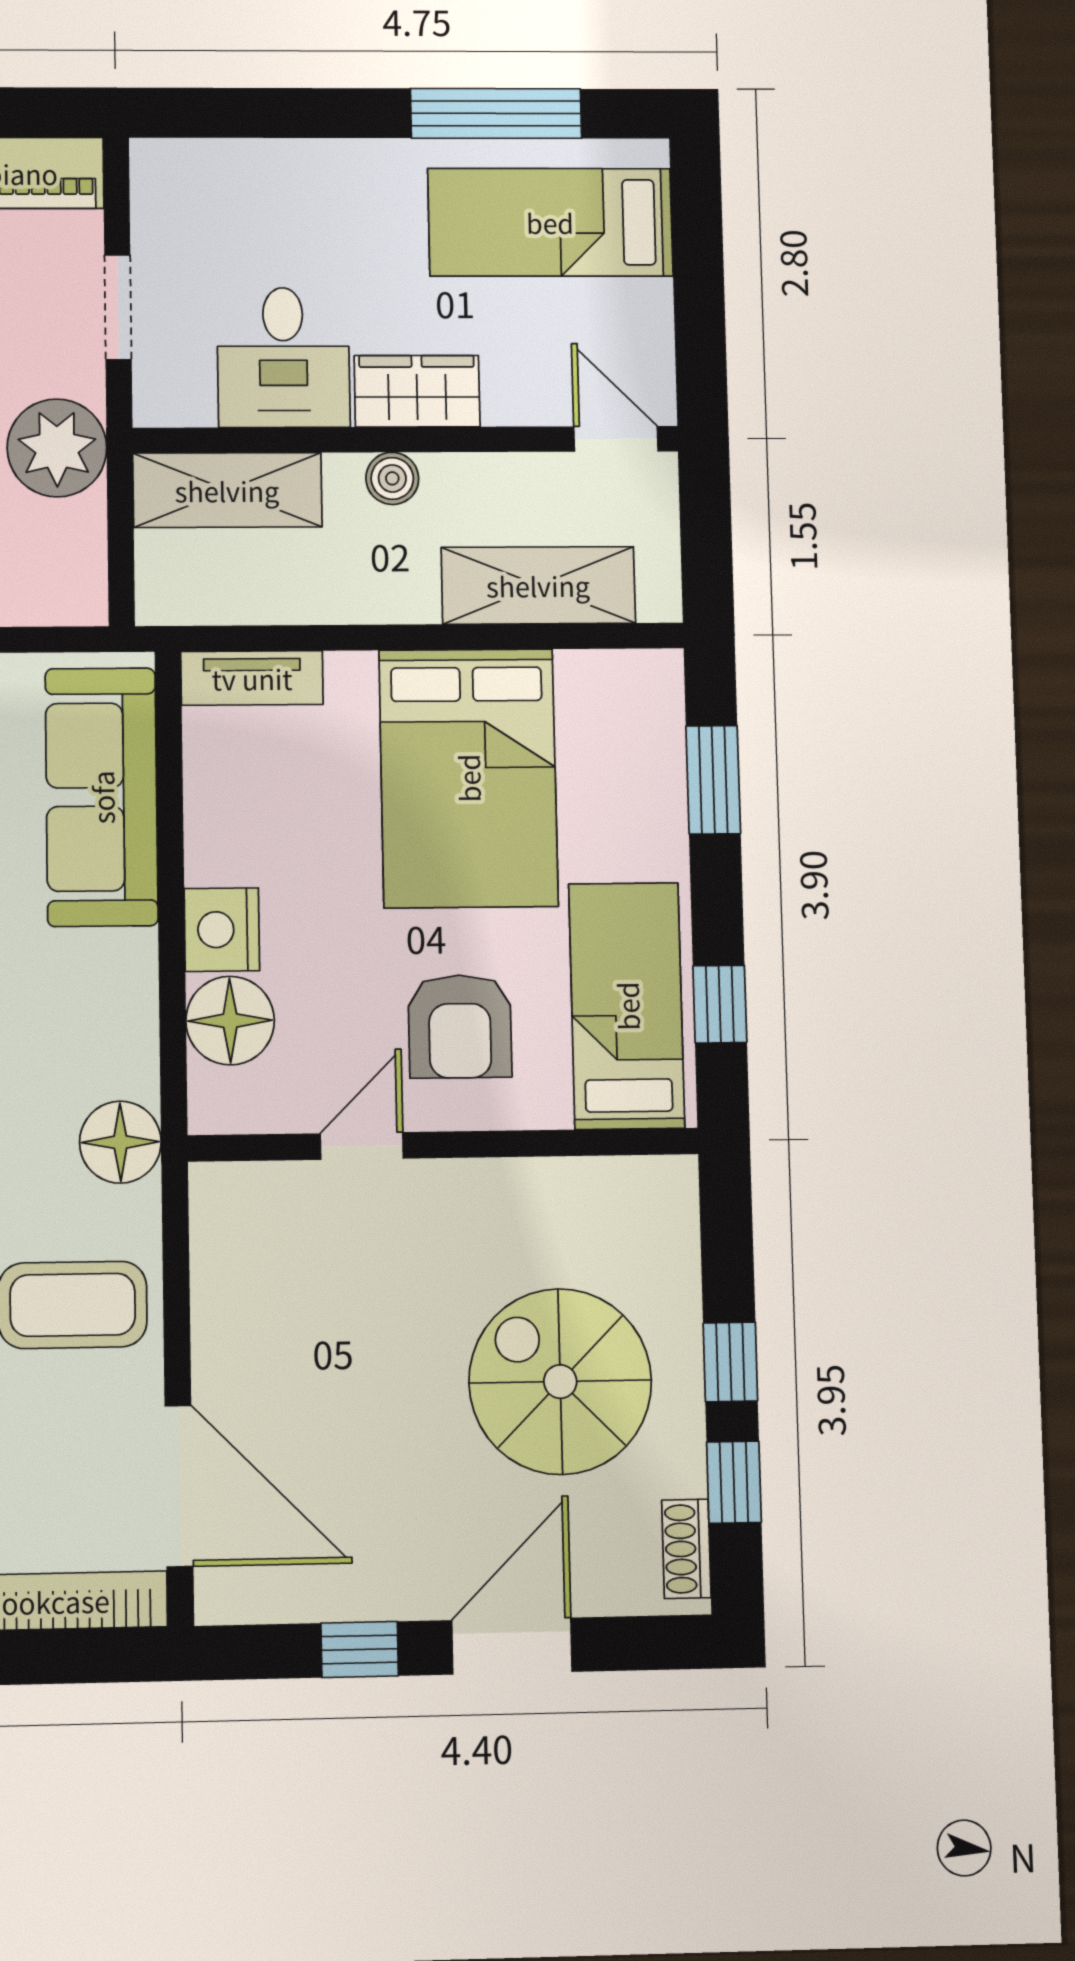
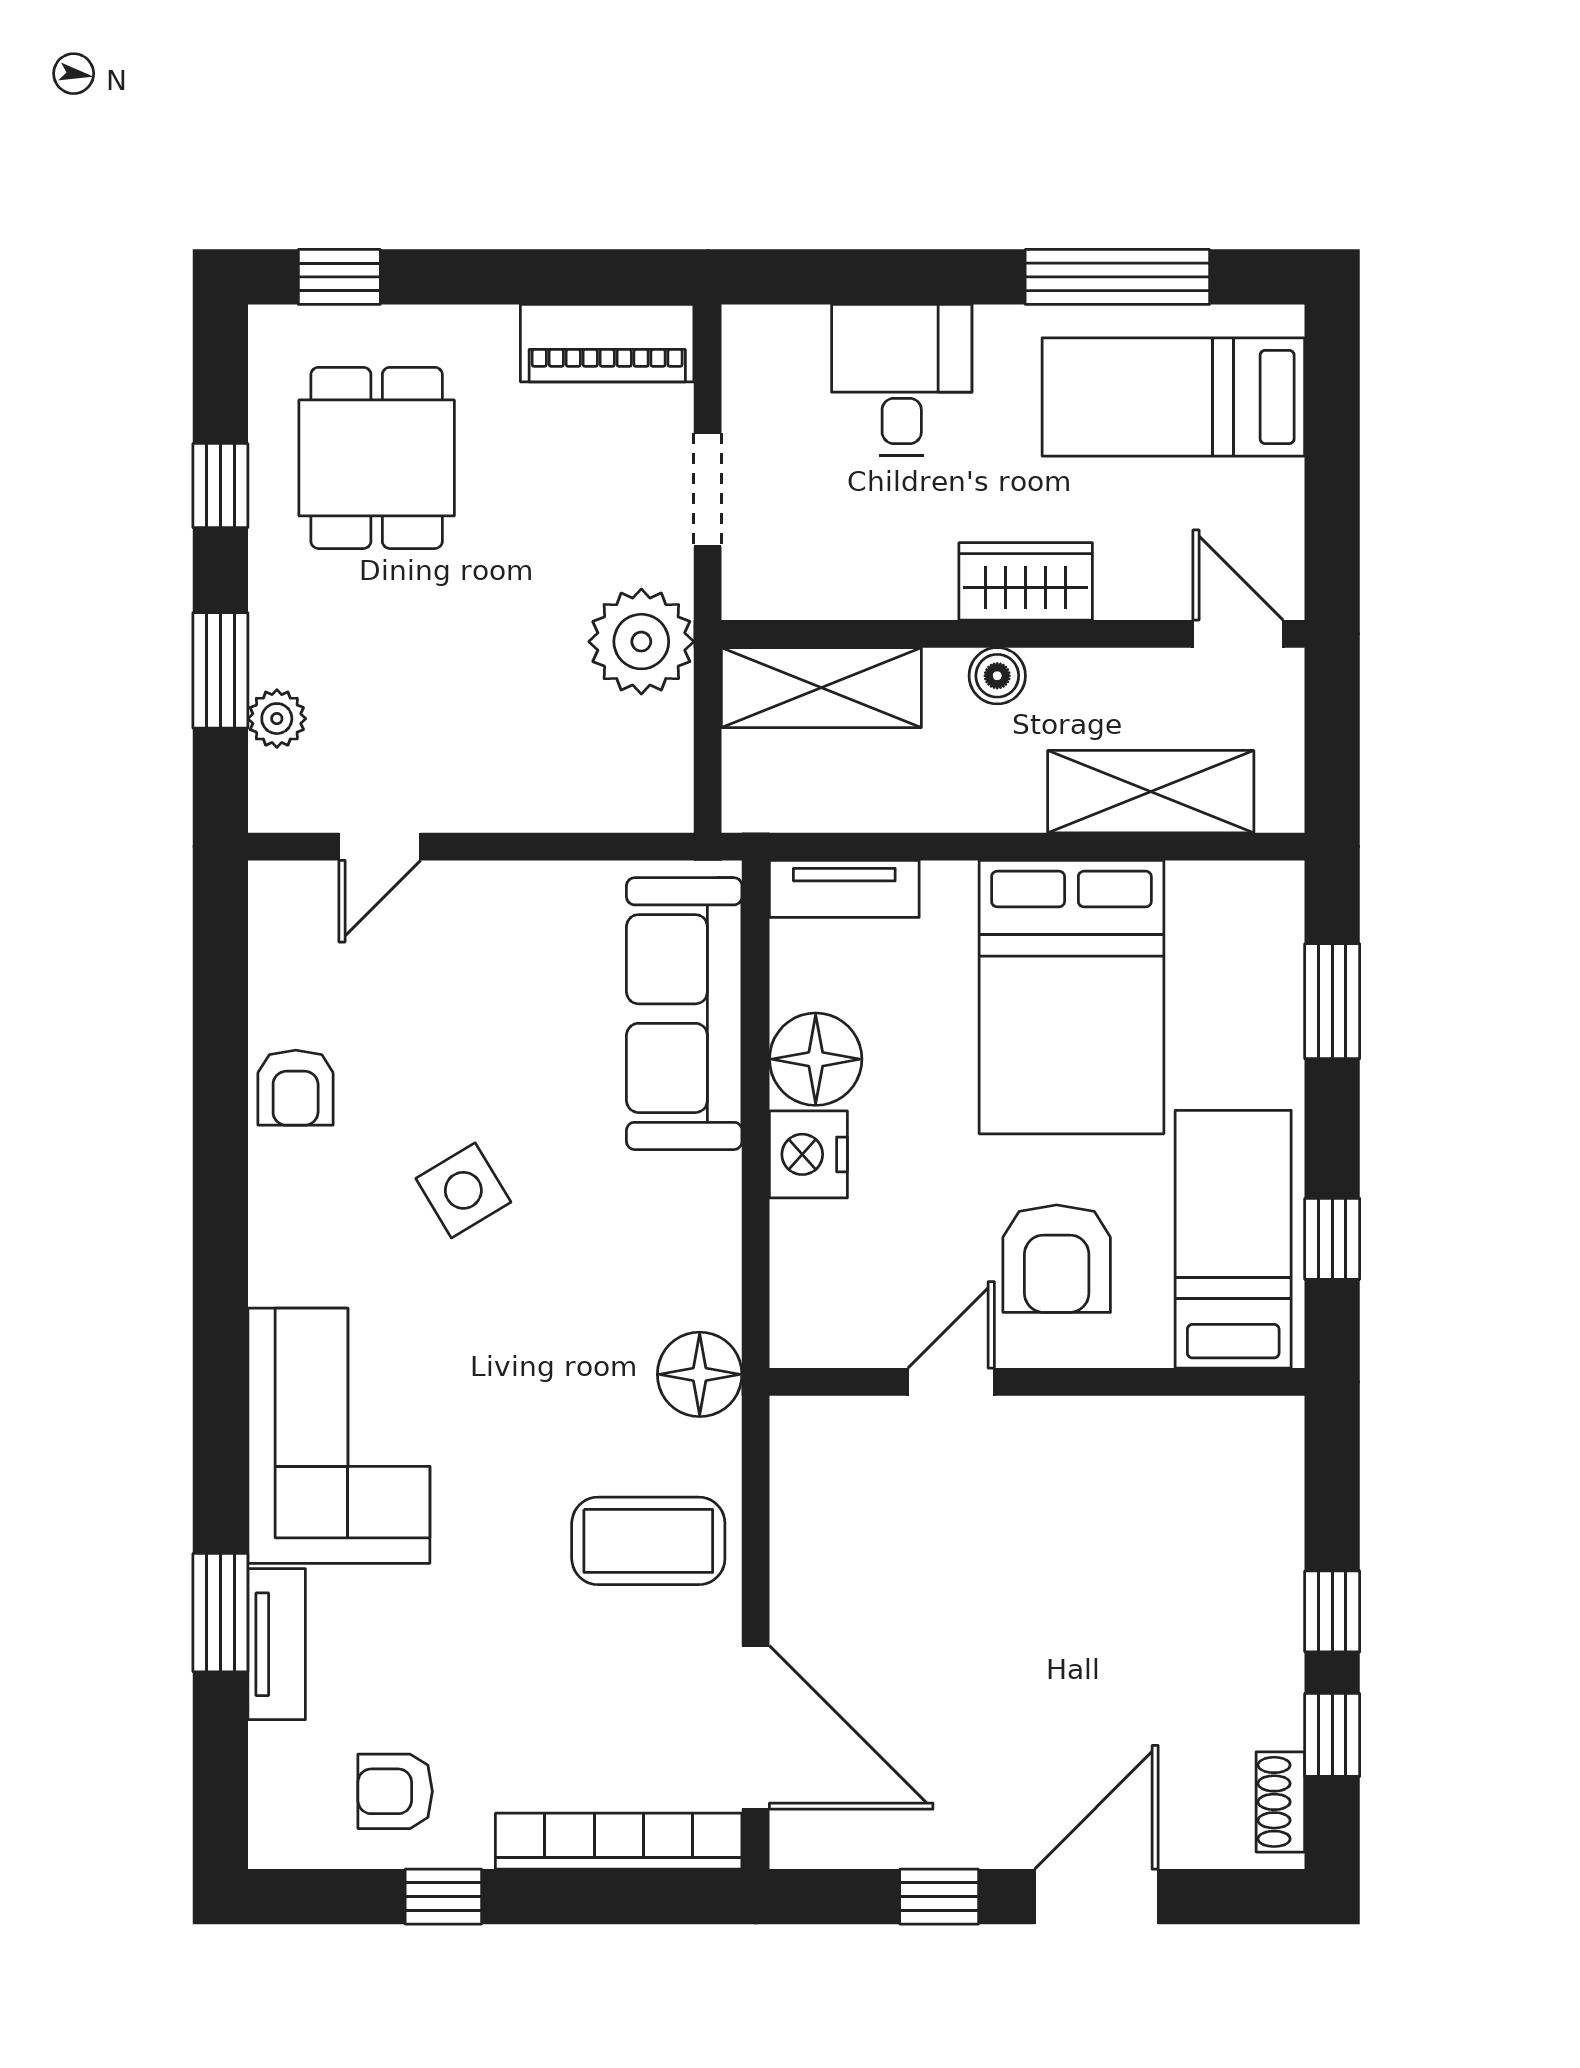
desk: (283, 357) -> (902, 380), moved, turned 180
floor lamp: (230, 1021) -> (816, 1059), moved
spiral stairs: (560, 1382) -> (1153, 1628), removed

